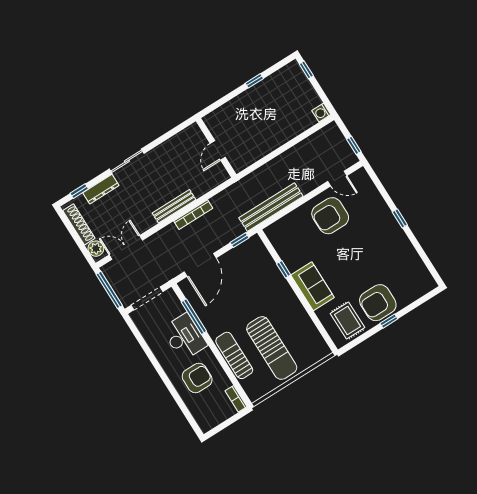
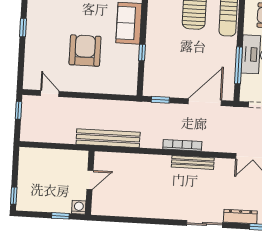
washing machine: (321, 113) -> (79, 207), moved, turned -90
wall: (216, 148) -> (90, 183), moved
door: (218, 150) -> (90, 180), moved
bench: (271, 207) -> (108, 138), moved
armchair: (330, 216) -> (85, 51), moved, turned -90

